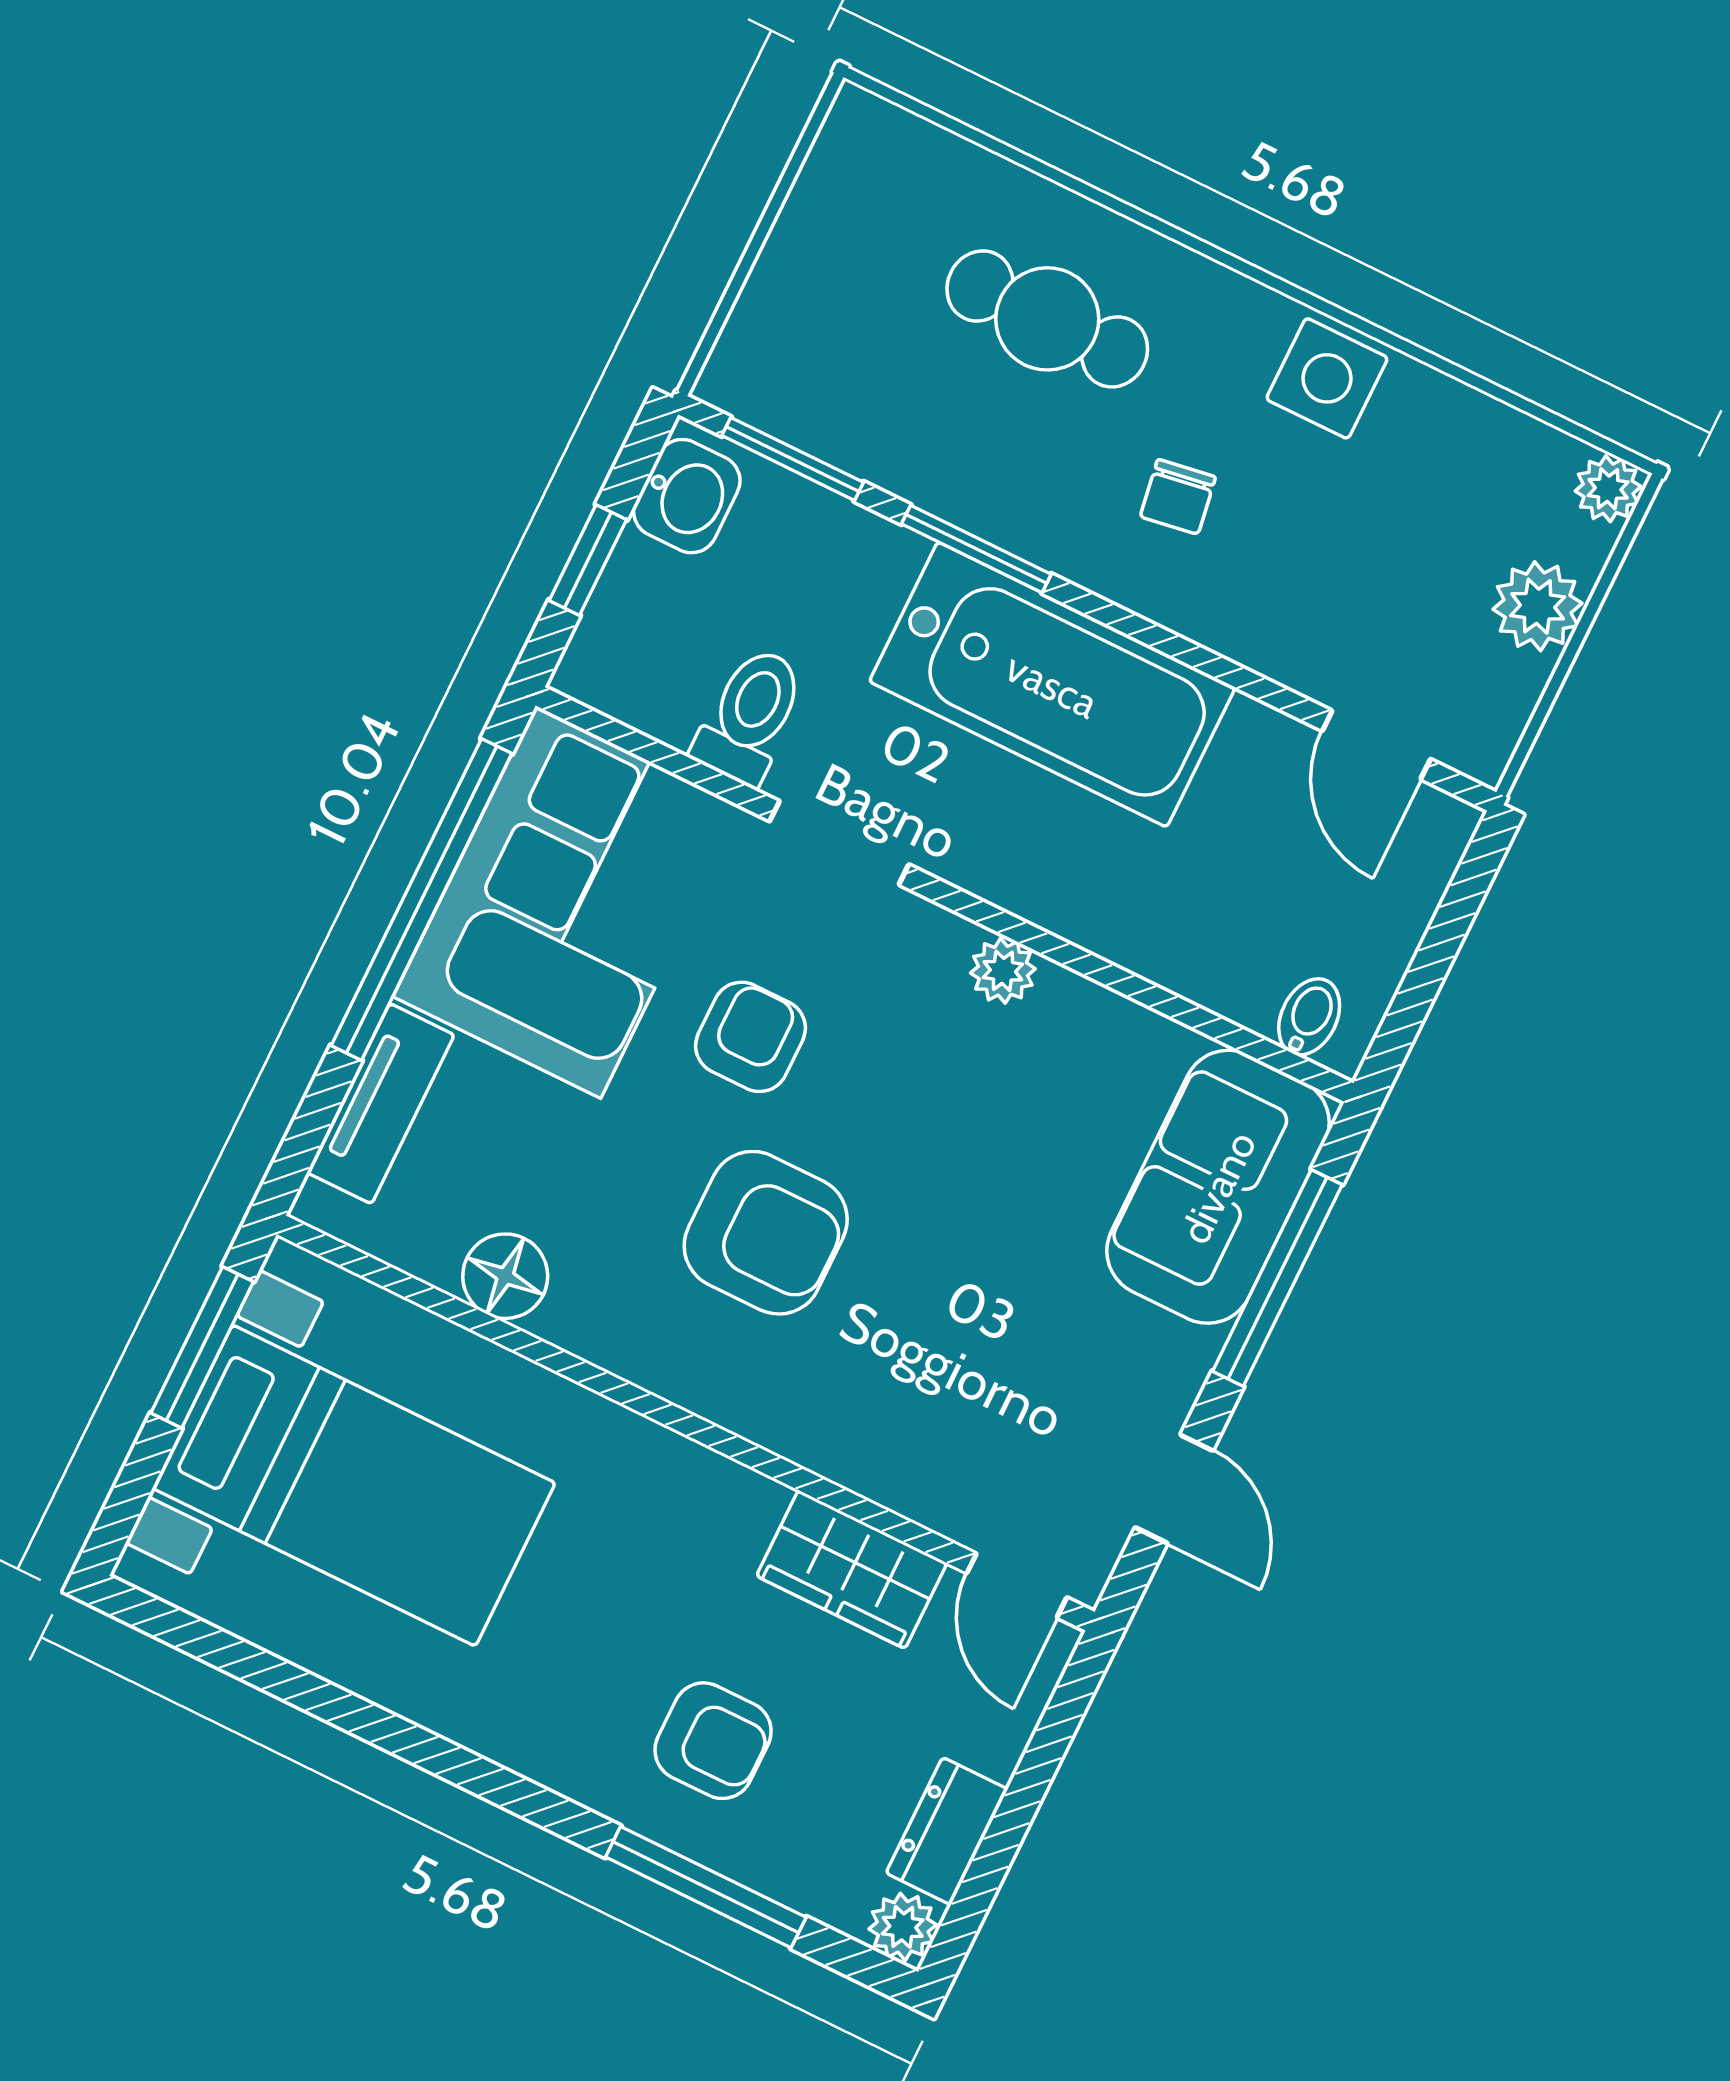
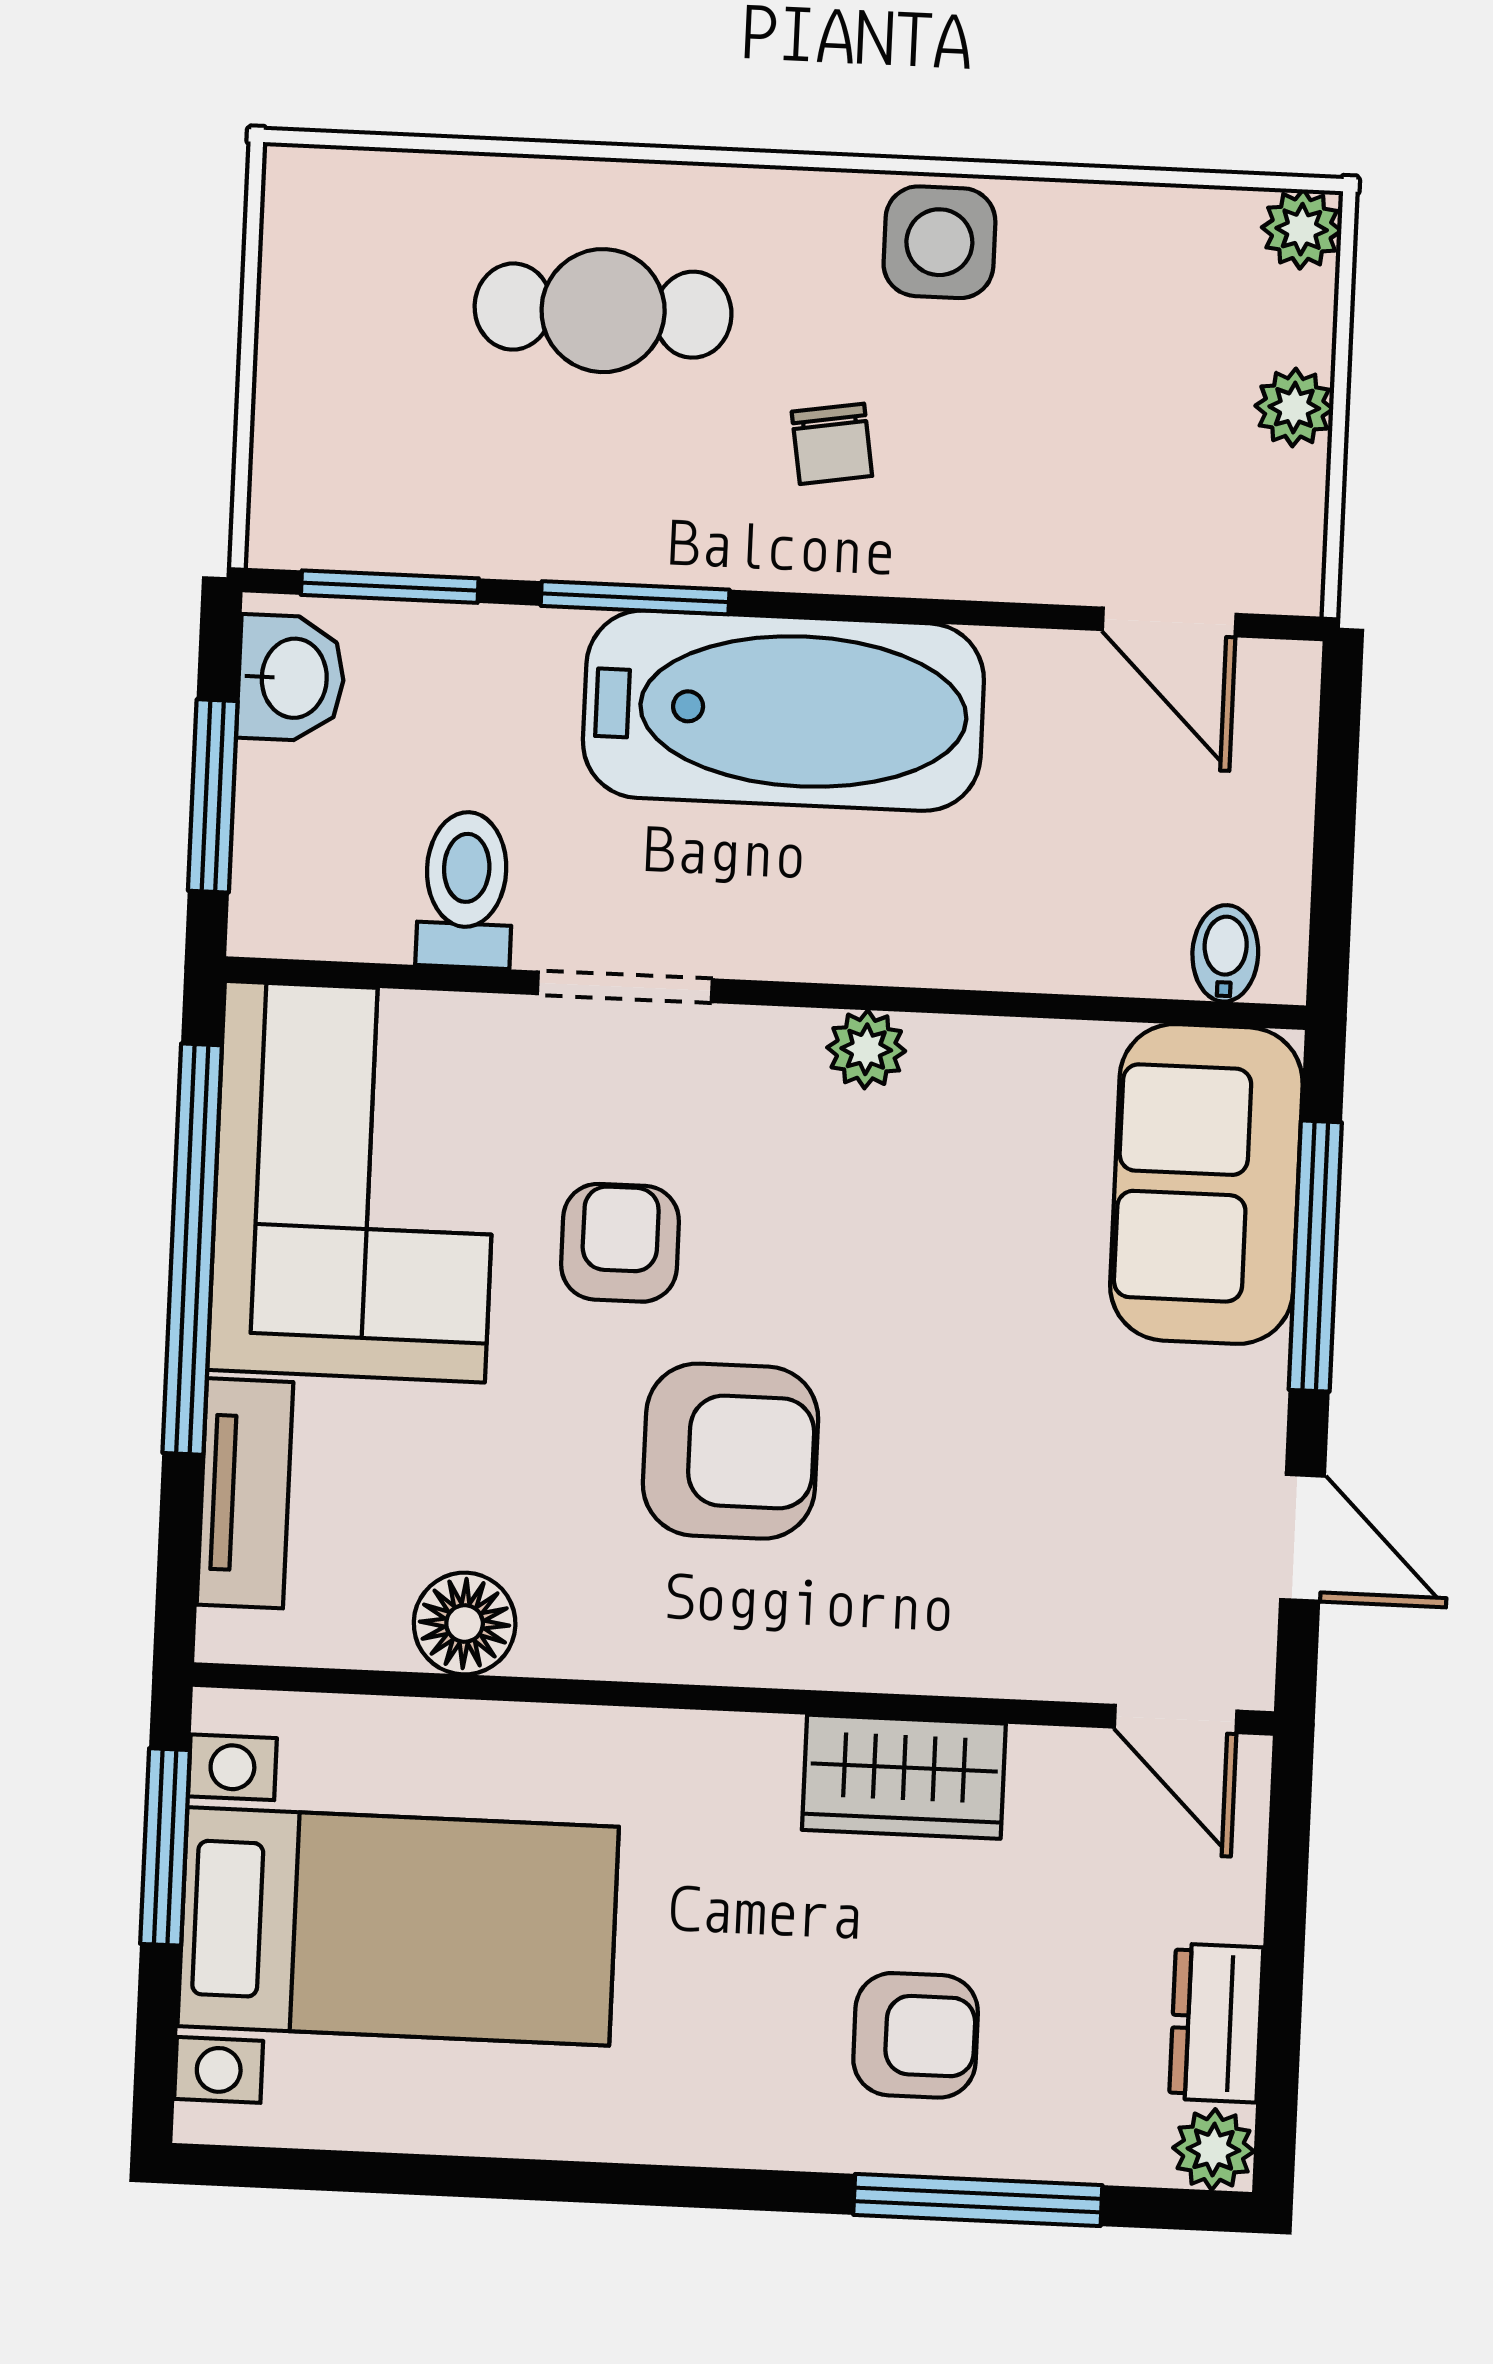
window: (588, 560) -> (213, 796), width x1.50
plant: (1538, 606) -> (1294, 407), width x0.73, depth x0.73
wardrobe: (852, 1569) -> (904, 1777), moved

